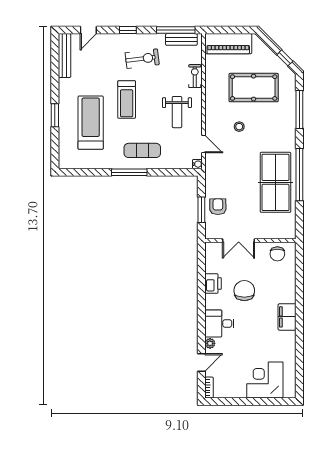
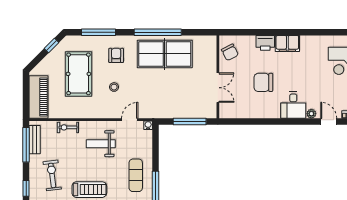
weight bench: (177, 112) -> (101, 144), turned 180
armchair: (218, 207) -> (116, 55), moved, turned 91
window: (201, 210) -> (190, 122), width x1.44
chair: (277, 254) -> (230, 52), turned 63
printer: (213, 283) -> (265, 43), moved, turned 180

